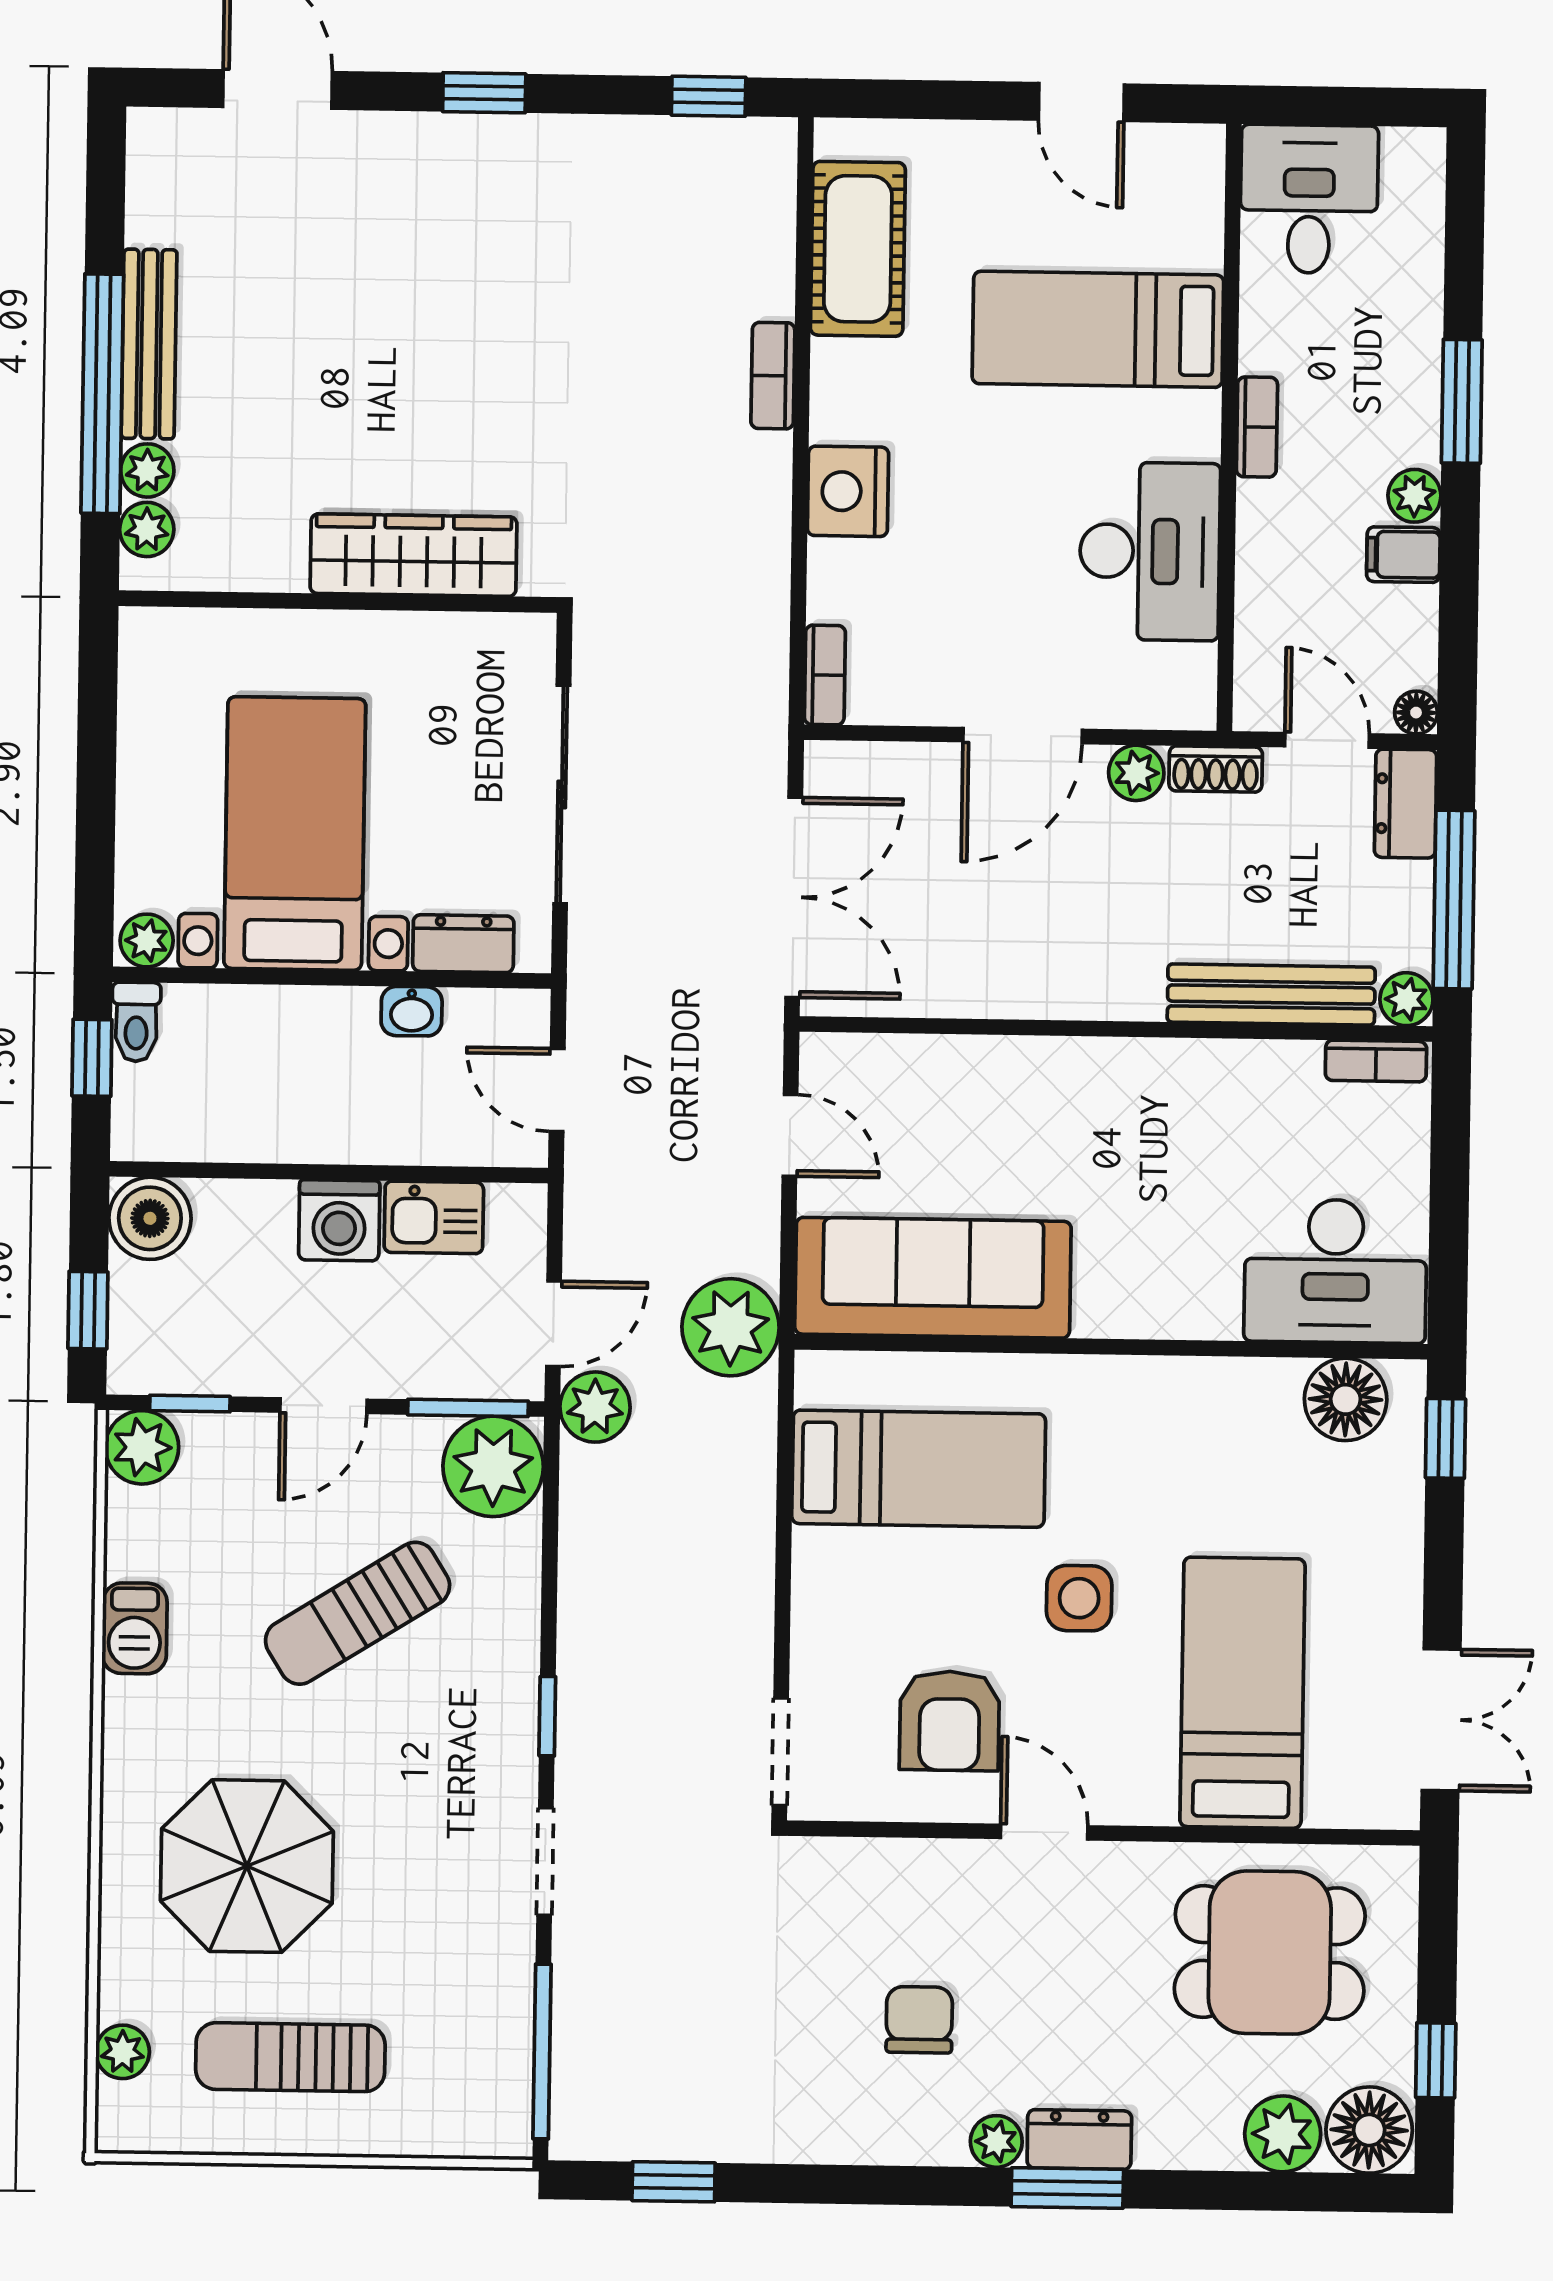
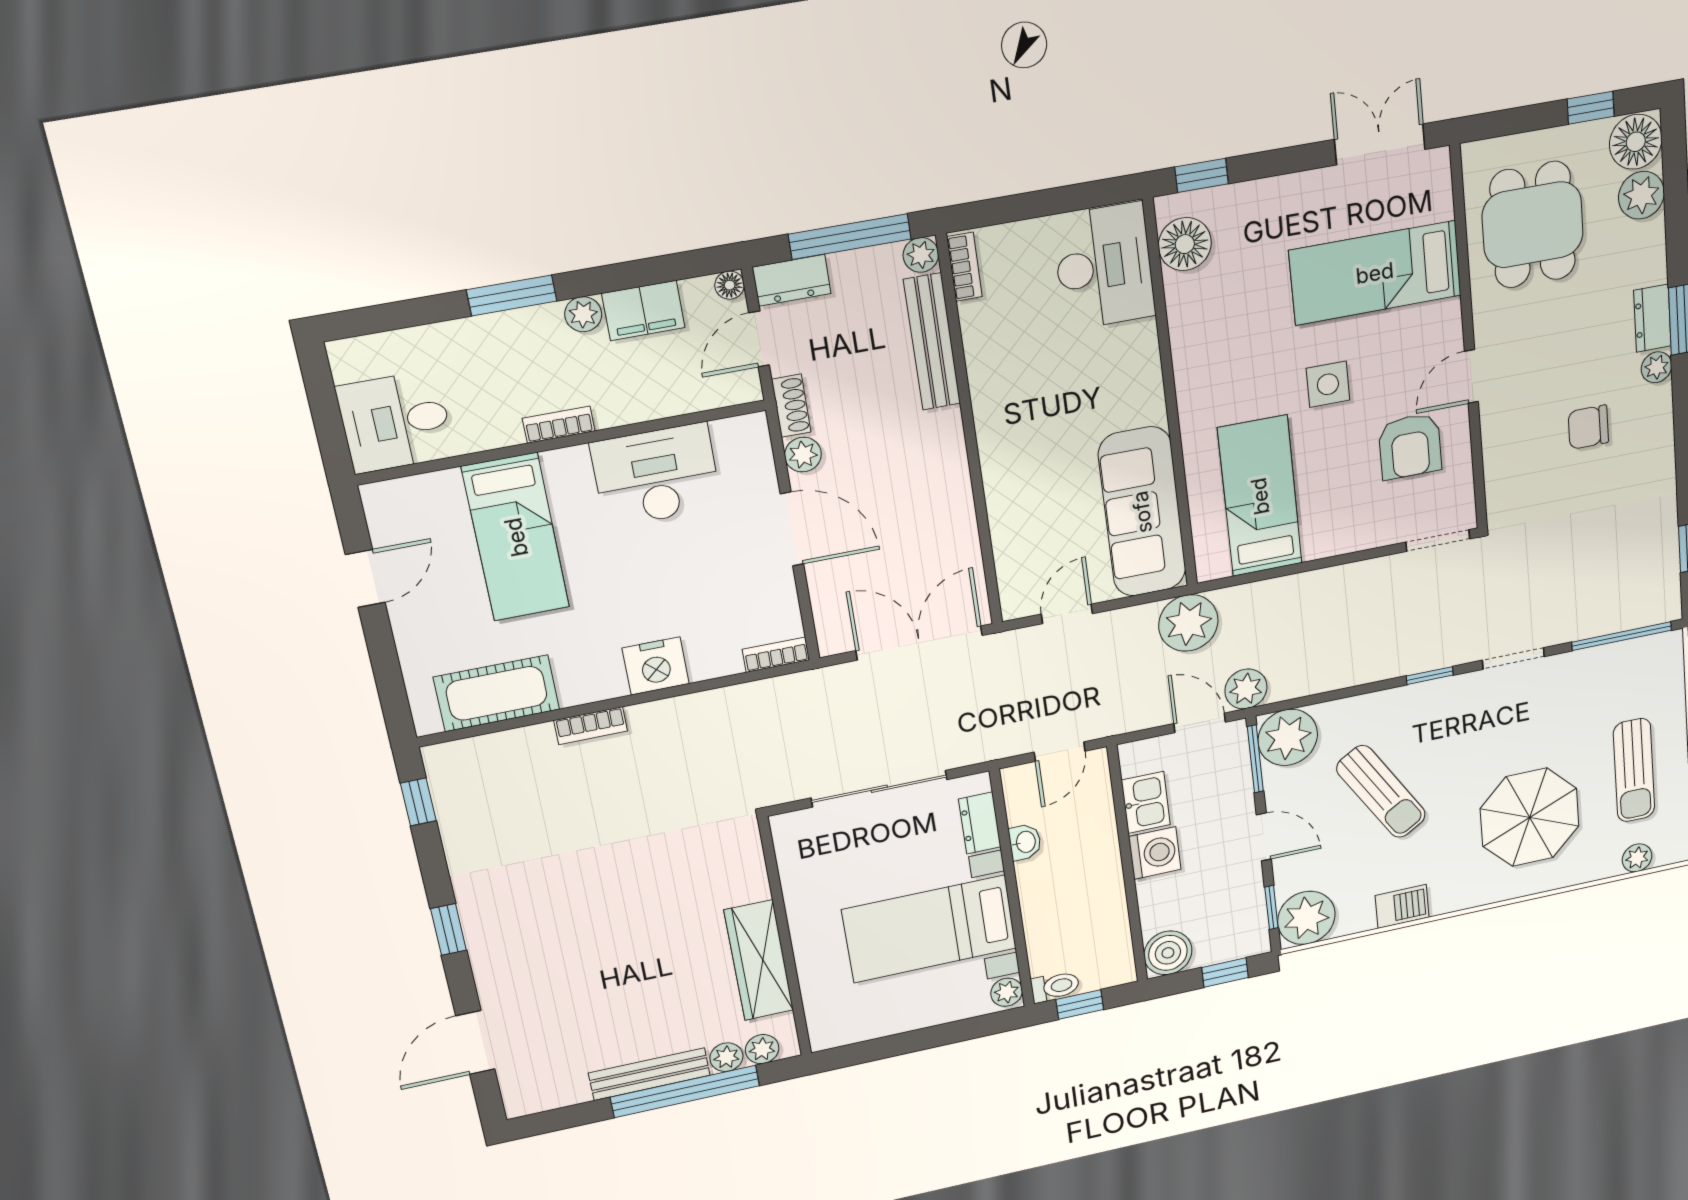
wardrobe: (414, 555) -> (759, 960), moved
filing cabinet: (1403, 555) -> (643, 310), width x2.00
plant: (142, 1447) -> (1306, 918), width x1.36, depth x1.36
armchair: (949, 1721) -> (1410, 446), turned 90

